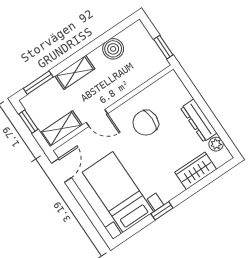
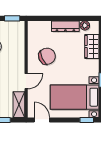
chair: (146, 123) -> (47, 56), turned -114
window: (99, 226) -> (87, 120), added

